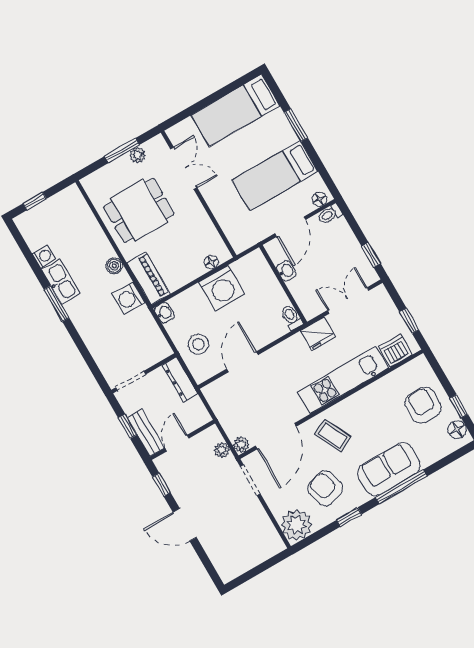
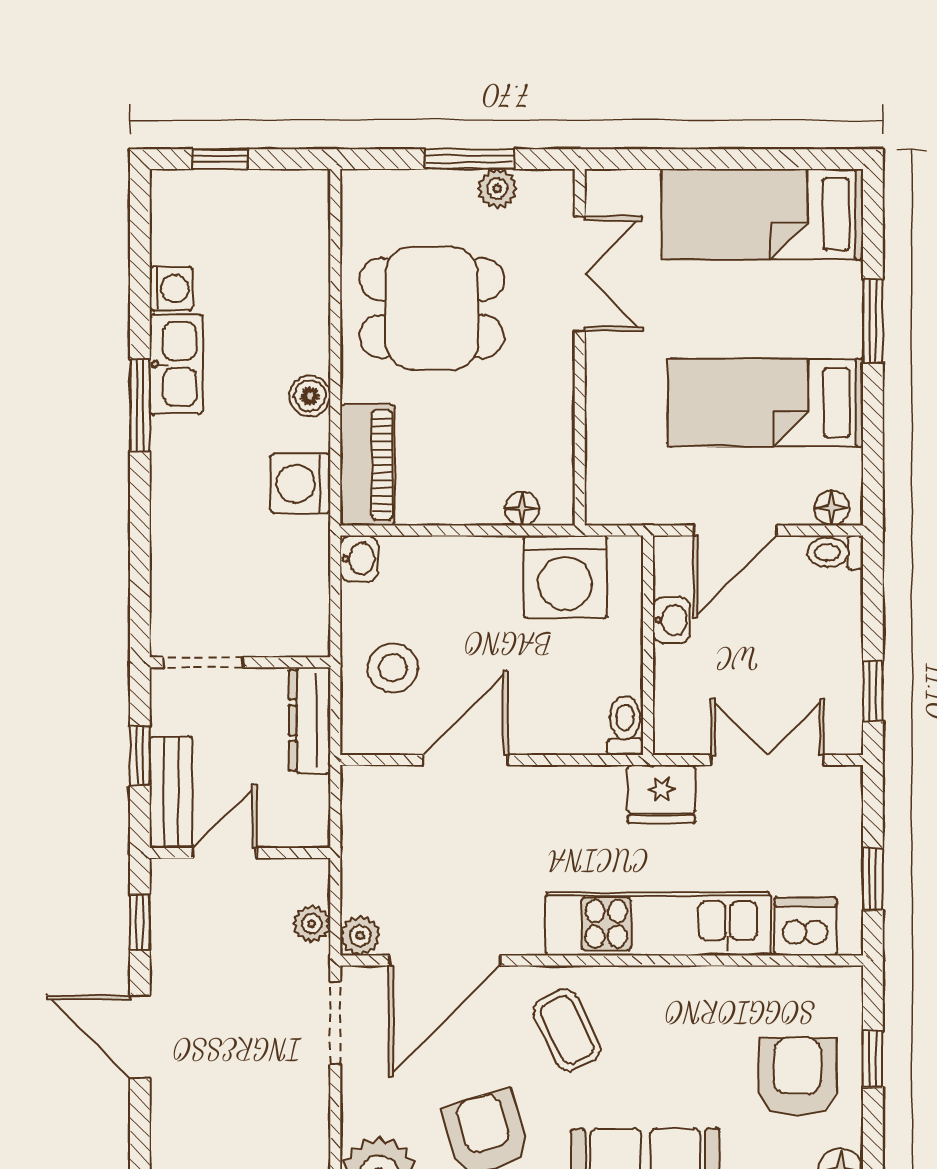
washing machine: (222, 288) -> (565, 577), moved
window: (459, 406) -> (873, 1059), moved

